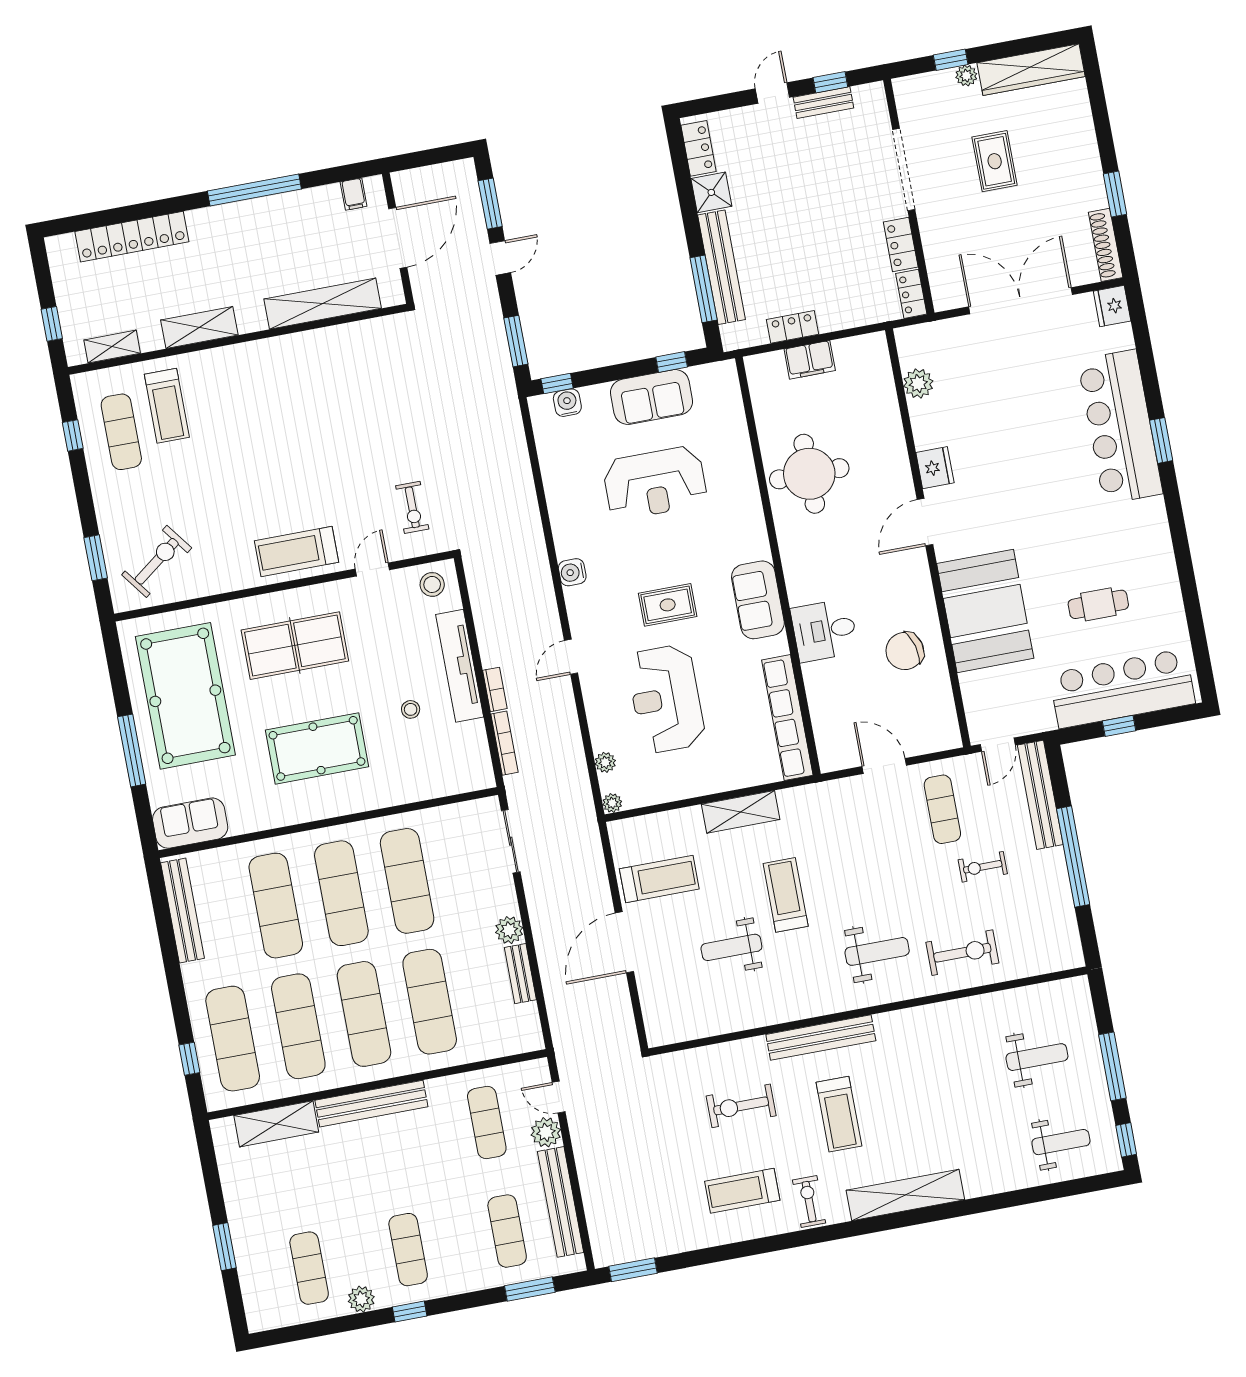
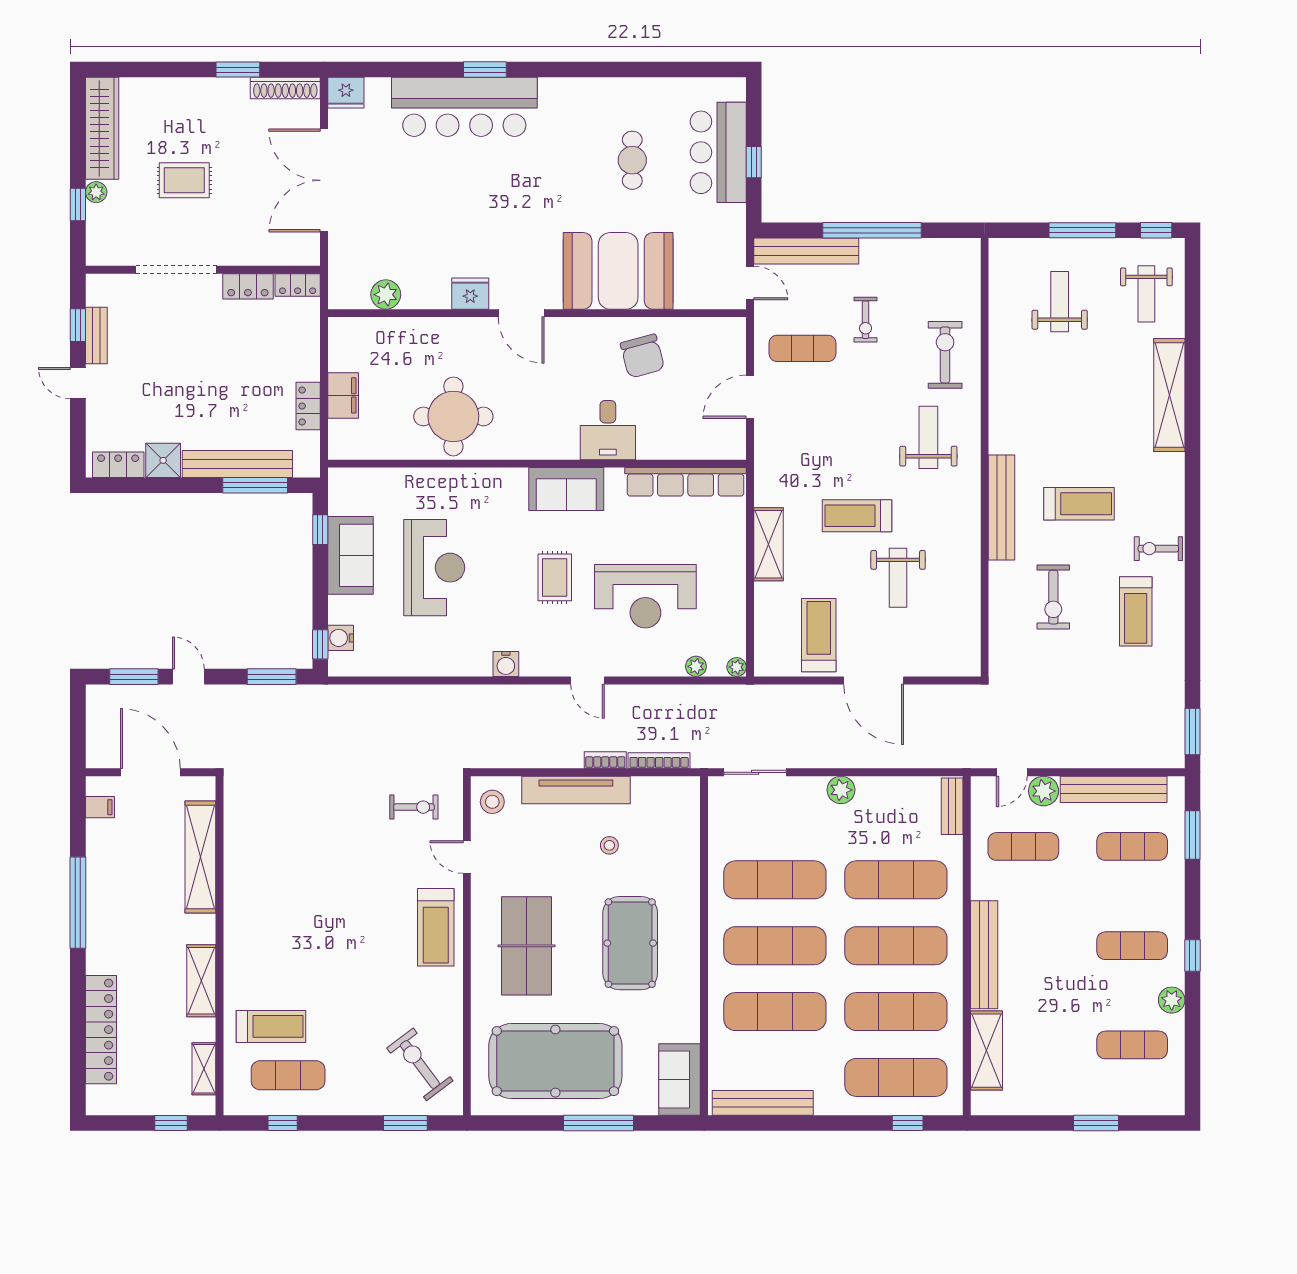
bar counter: (1122, 689) -> (718, 152), width x0.73
bench: (520, 974) -> (952, 806), moved, turned 90
weight bench: (1061, 1142) -> (1146, 294), turned 180
shelving: (905, 1195) -> (1169, 395), moved

